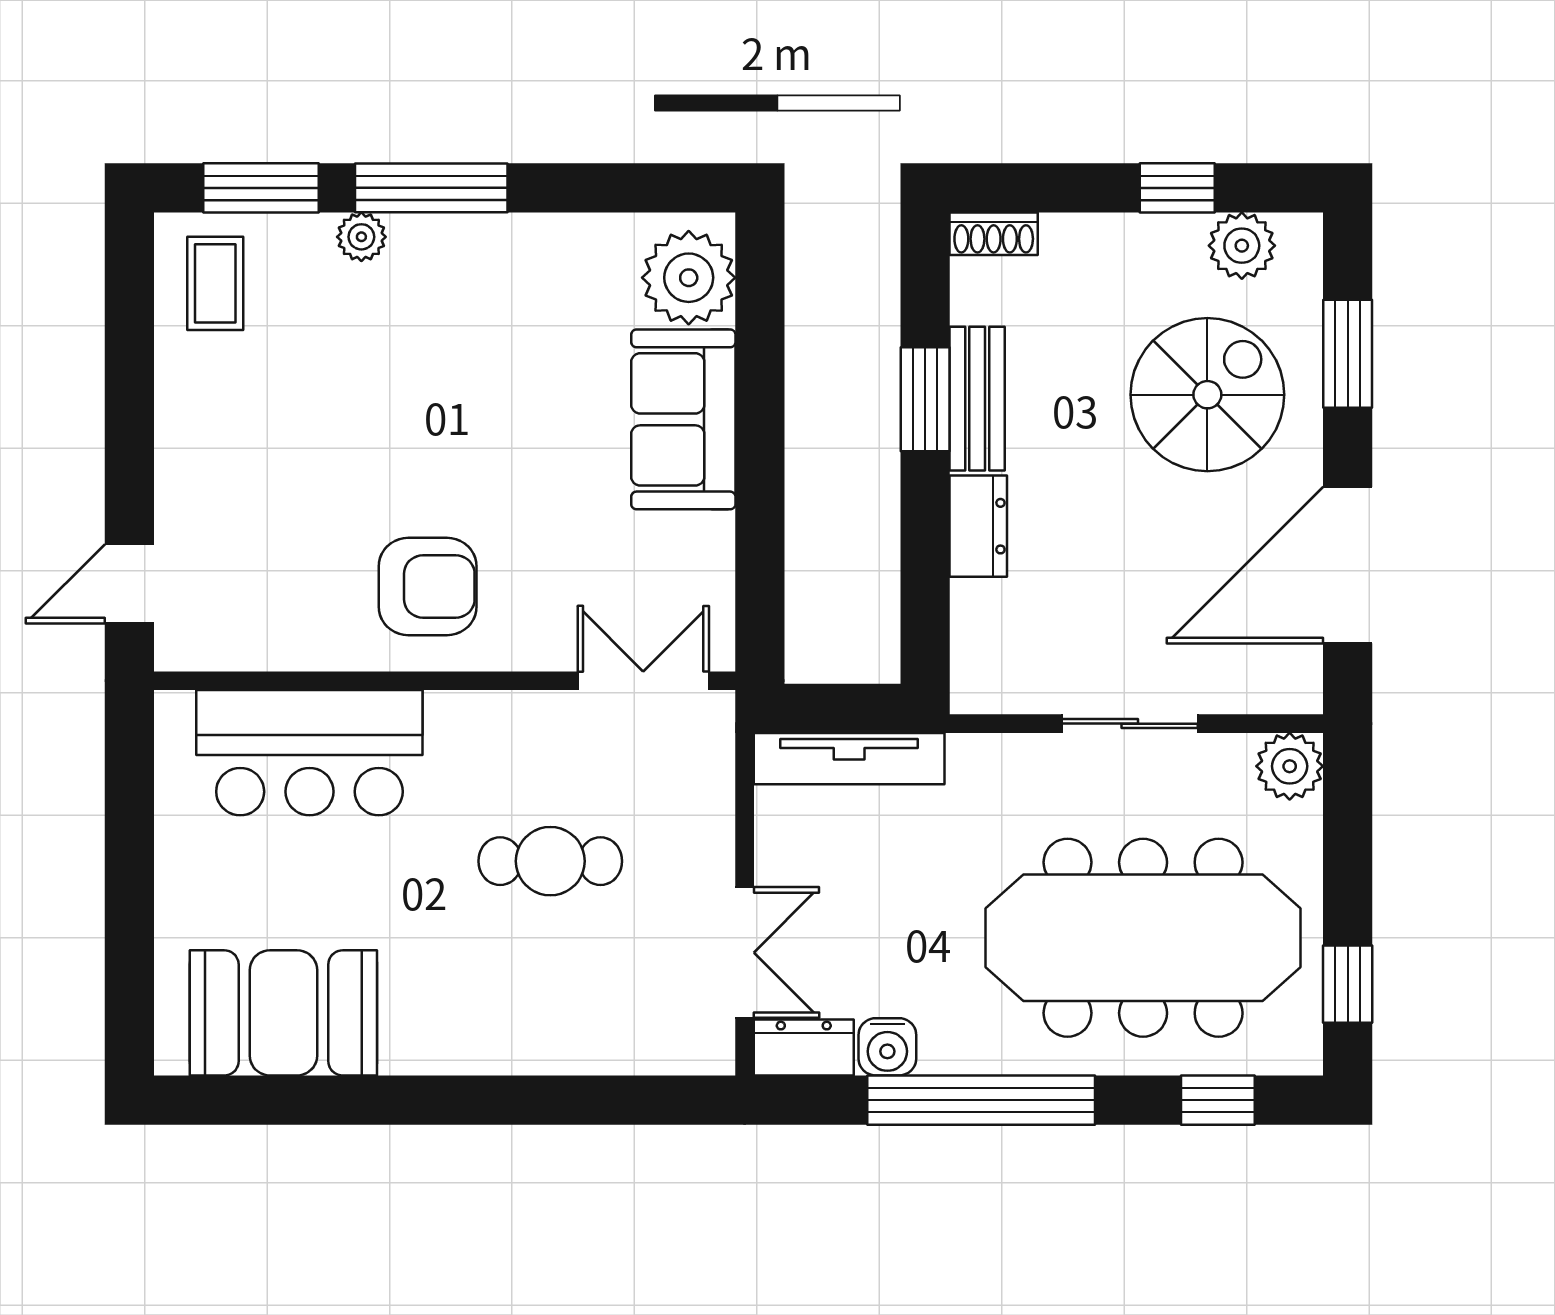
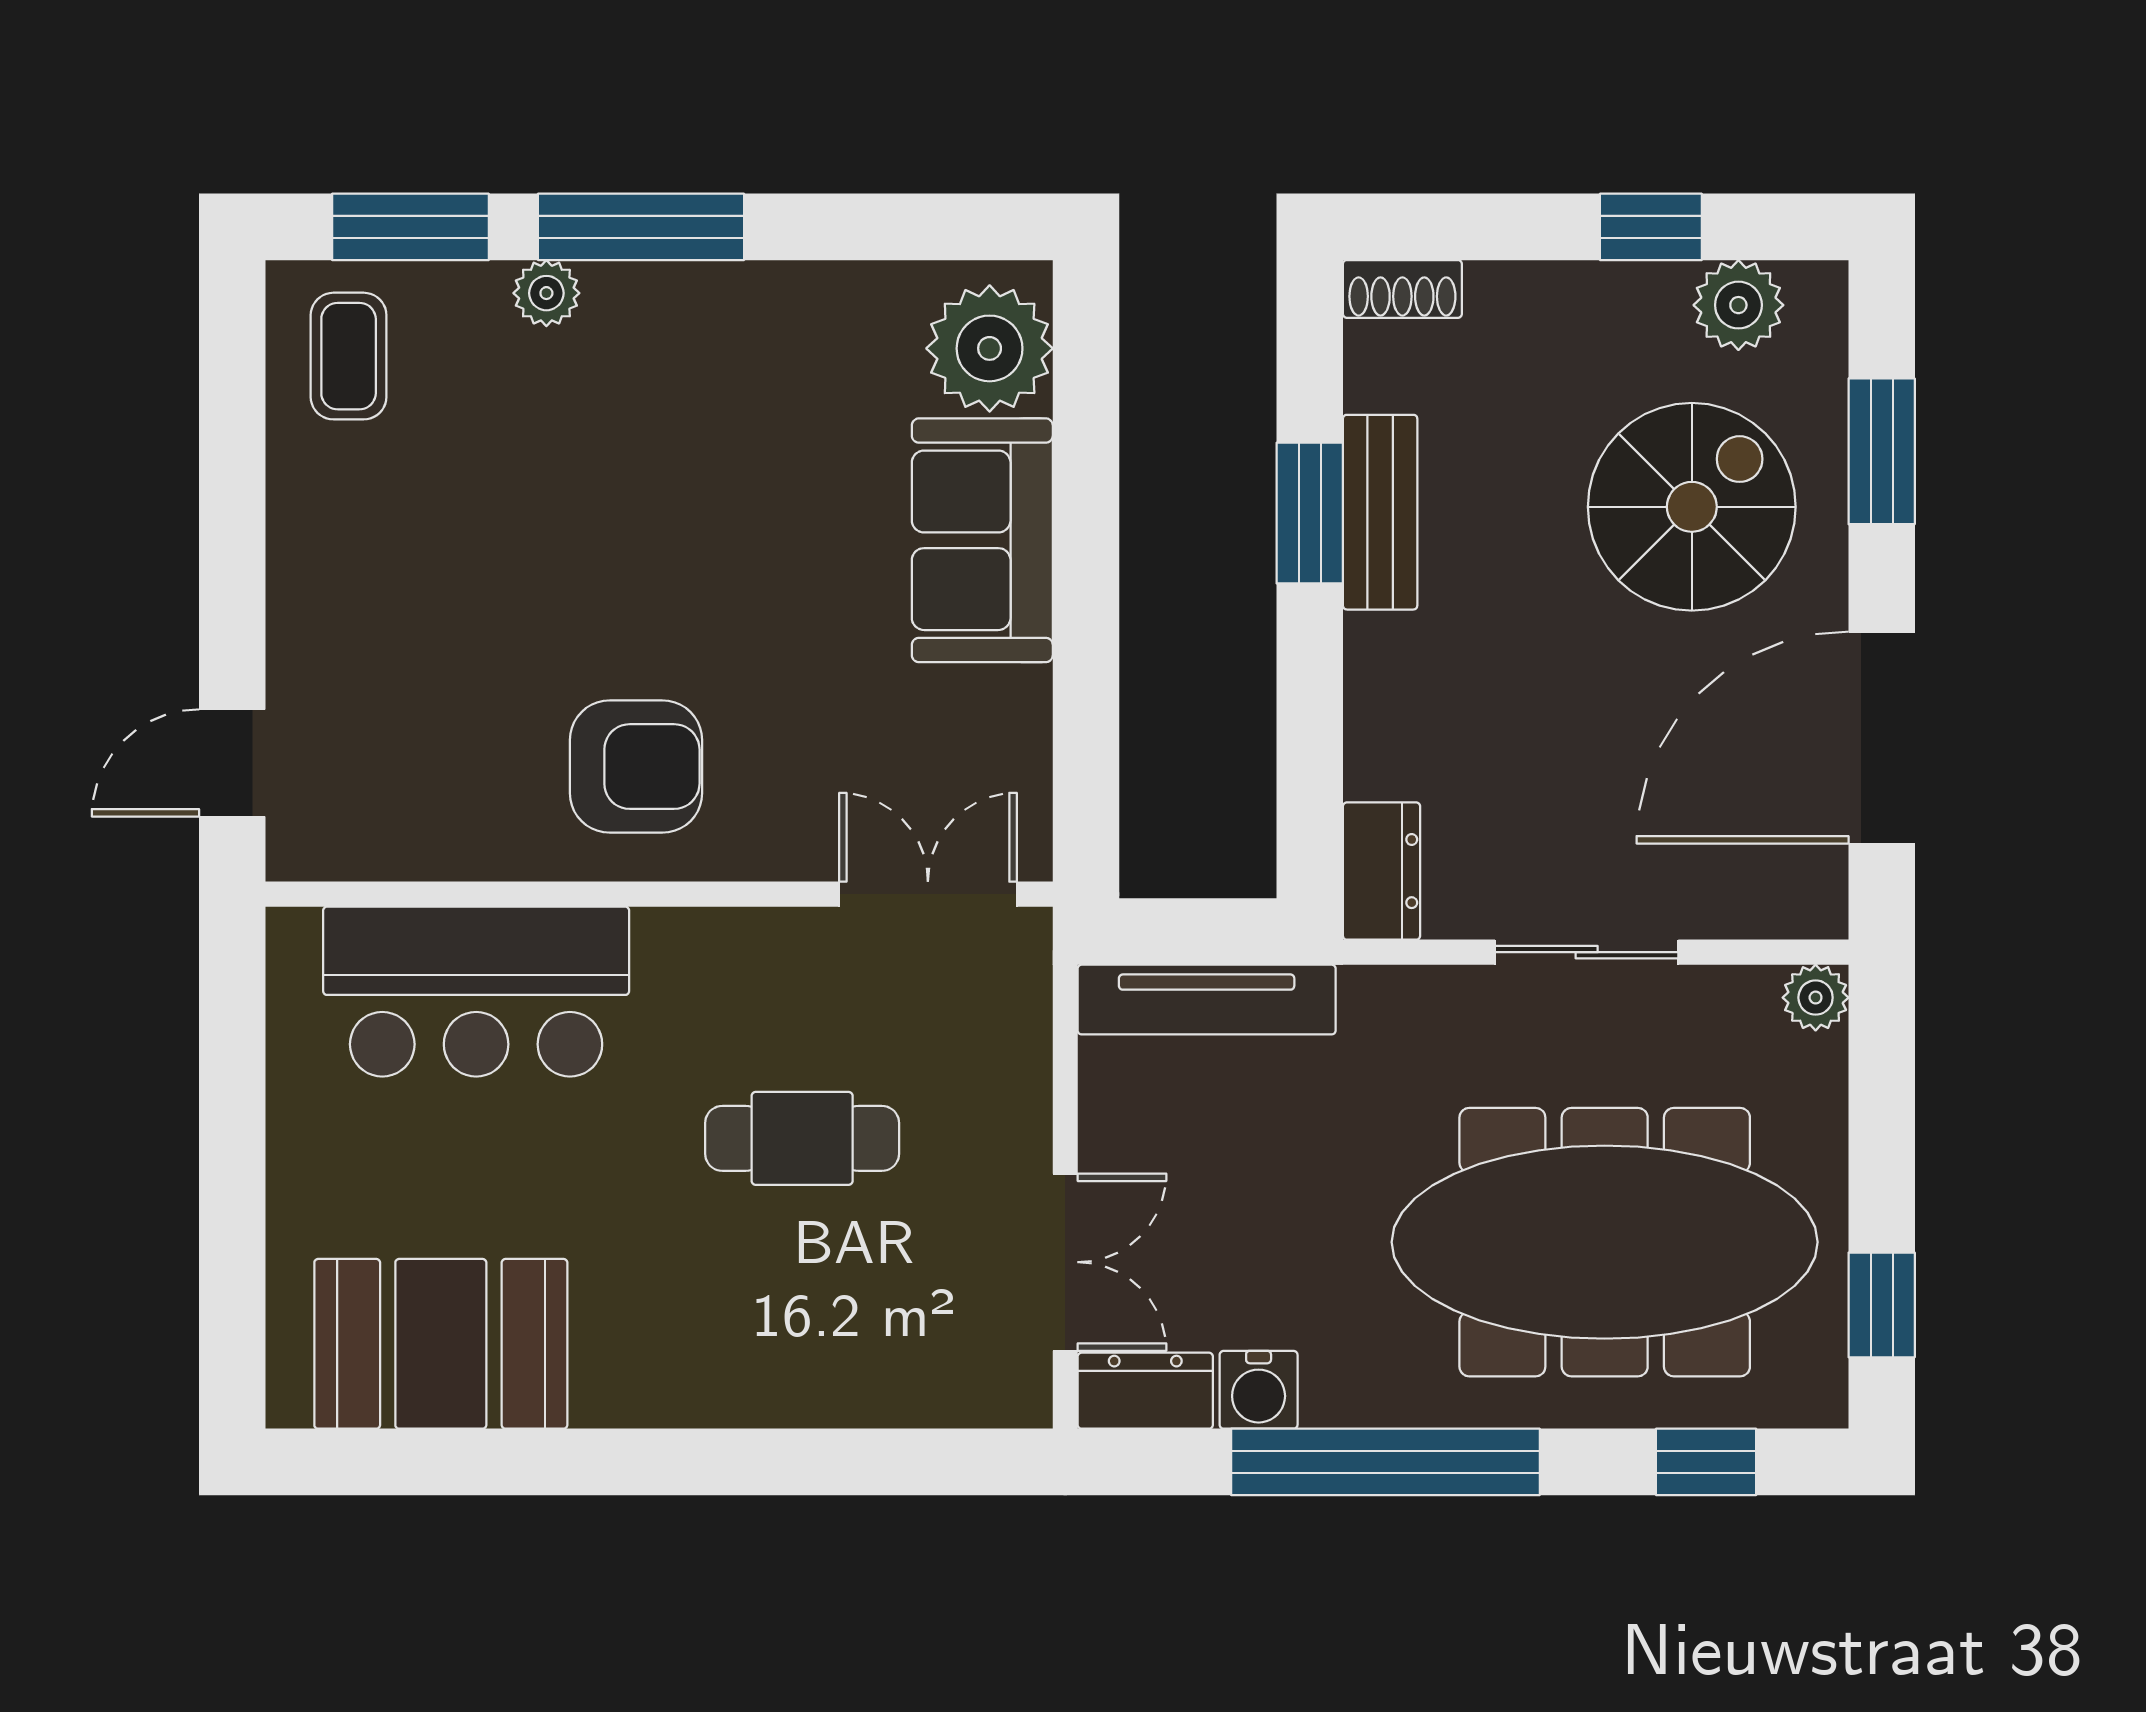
dresser: (978, 526) -> (1382, 871), moved
plant: (1290, 766) -> (1816, 998), width x0.73, depth x0.73

